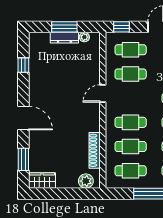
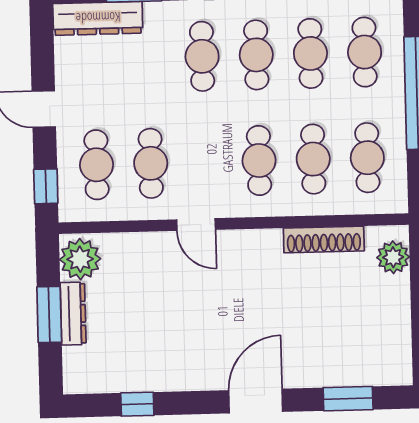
plant: (84, 37) -> (80, 259), width x1.88, depth x1.88
wardrobe: (42, 181) -> (395, 356), removed

